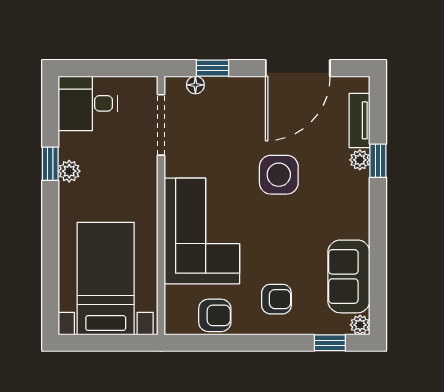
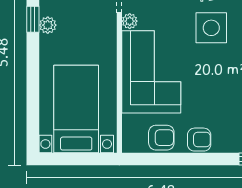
plant: (174, 166) -> (130, 21), added
armchair: (276, 299) -> (199, 140), moved

